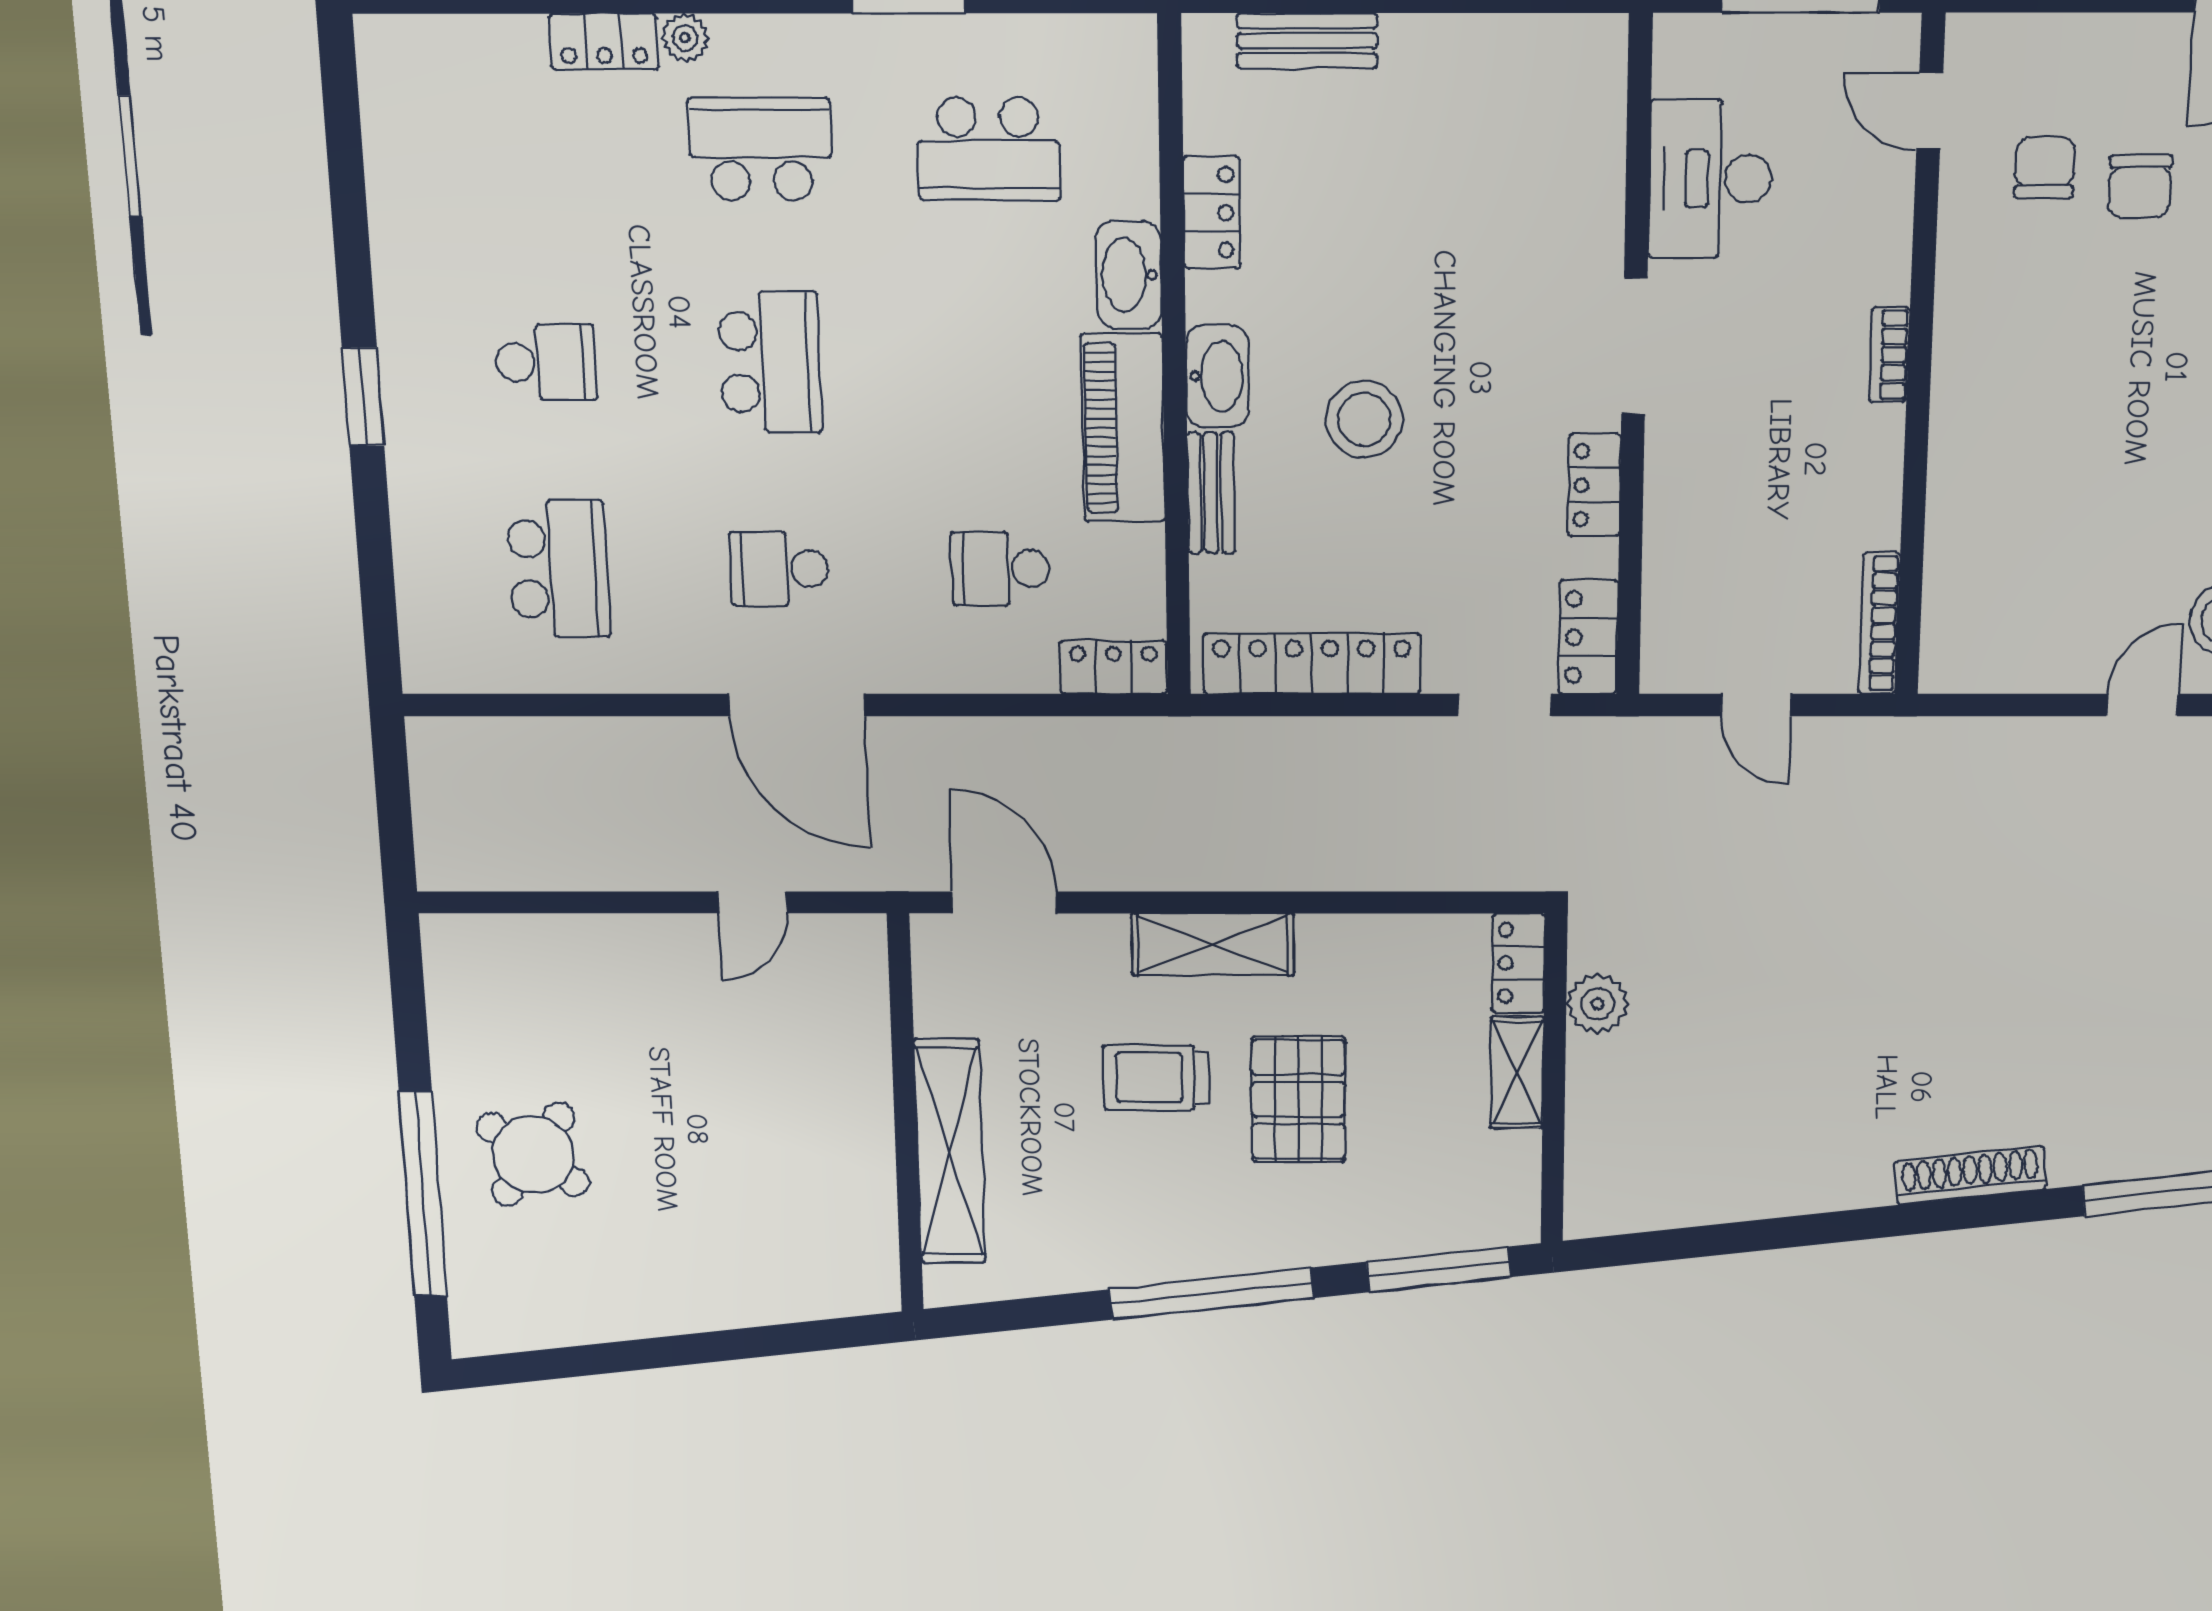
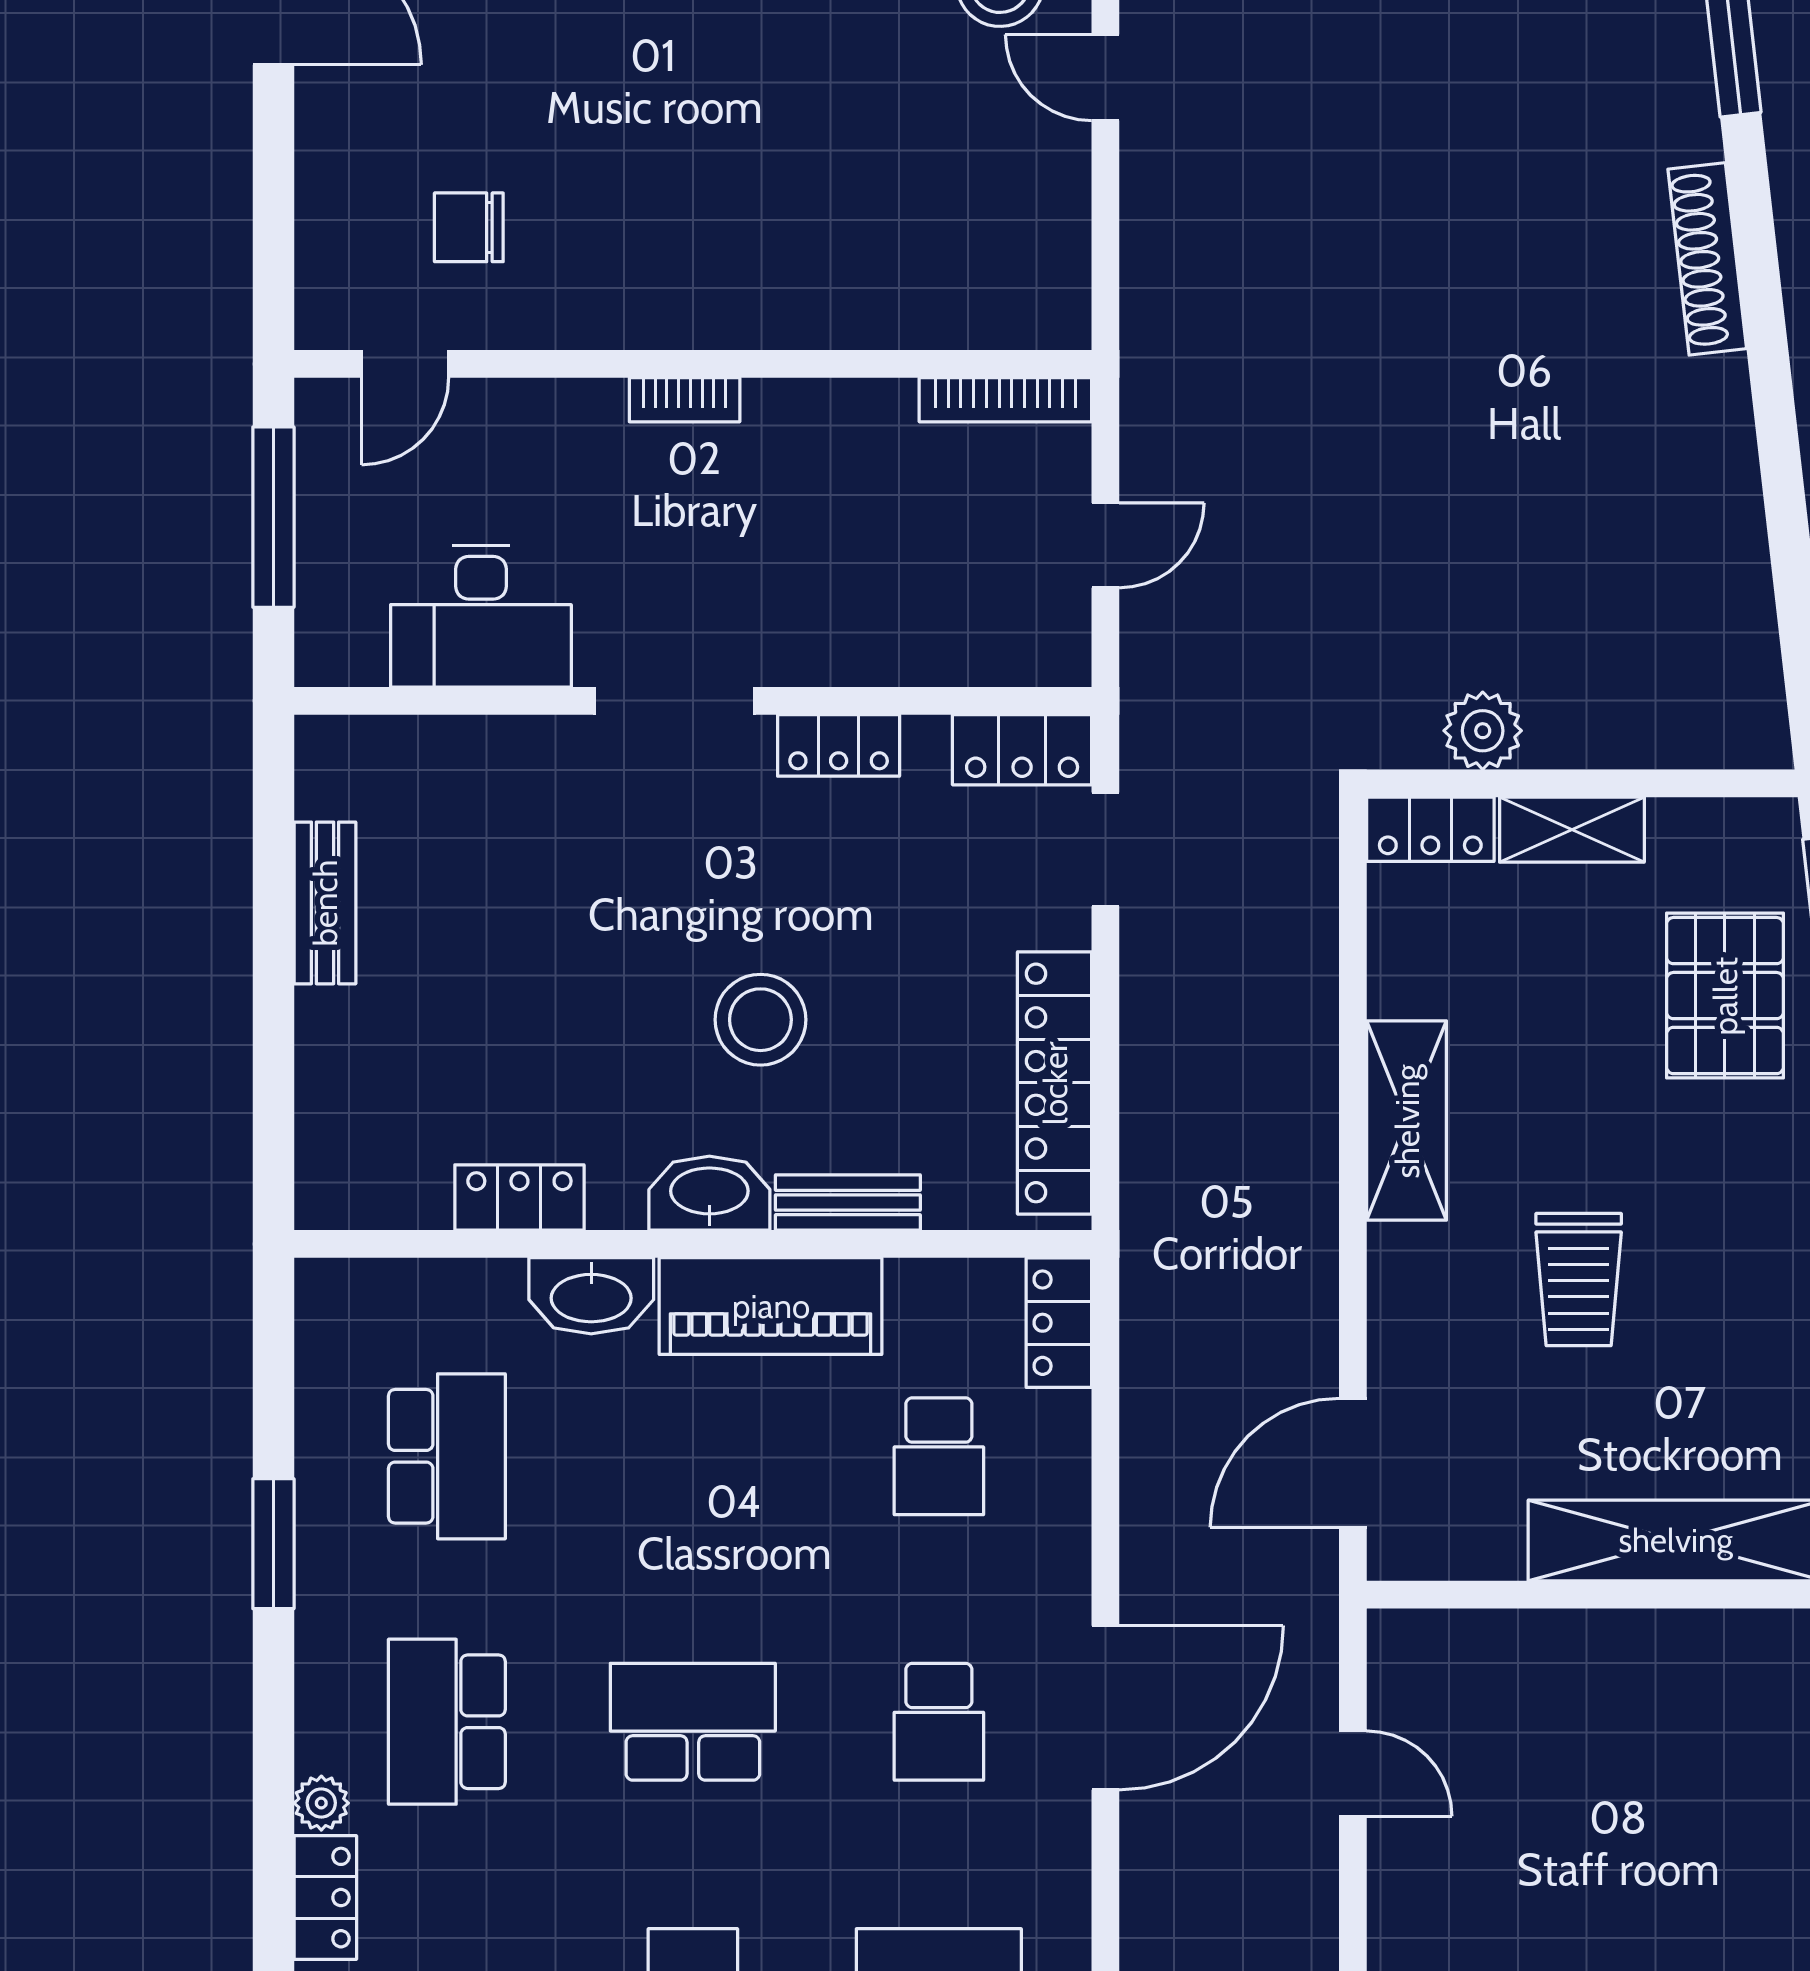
bench: (1307, 41) -> (325, 903), moved
chair: (2140, 186) -> (490, 116), removed
shelving: (1213, 945) -> (1407, 1121), moved
pallet: (1298, 1099) -> (1725, 996), moved, turned 90

